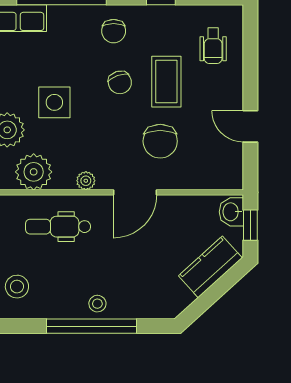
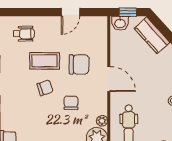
chair: (114, 31) -> (71, 103), moved, turned -90
side table: (54, 102) -> (57, 126), removed
plant: (86, 181) -> (102, 121), moved

